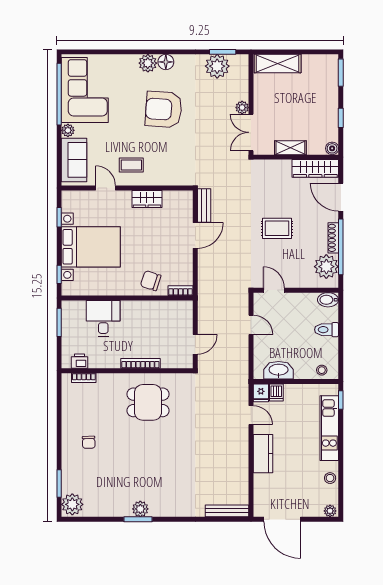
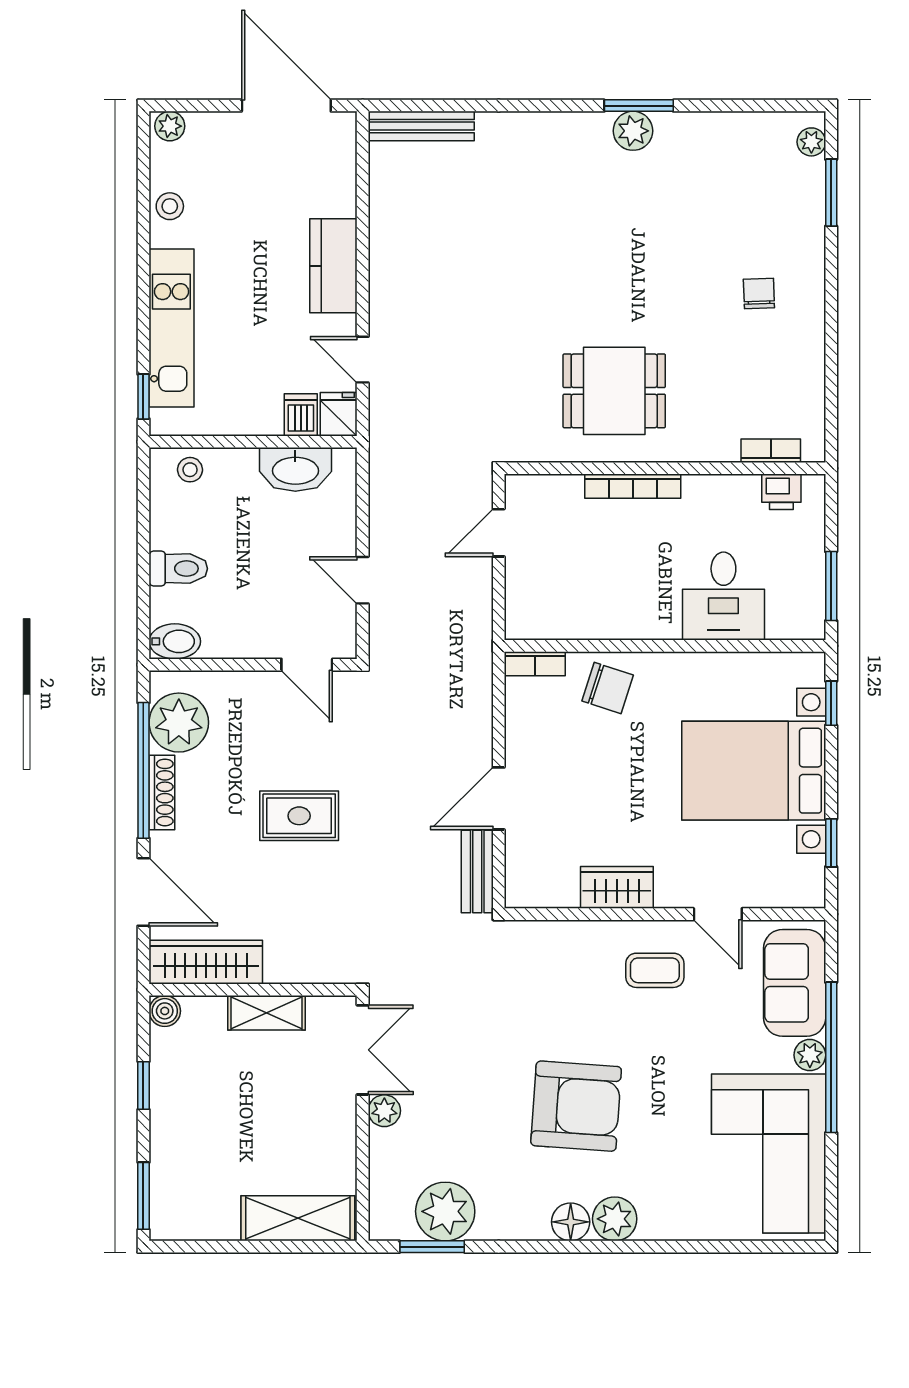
window: (59, 94) -> (831, 1057), moved
plant: (72, 504) -> (811, 142), width x0.53, depth x0.53

